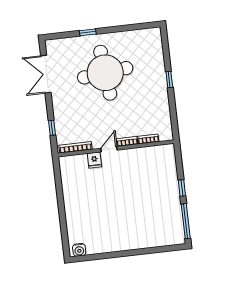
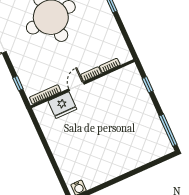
fridge: (94, 160) -> (62, 105), width x1.88, depth x1.34
window: (182, 188) -> (148, 85), moved

